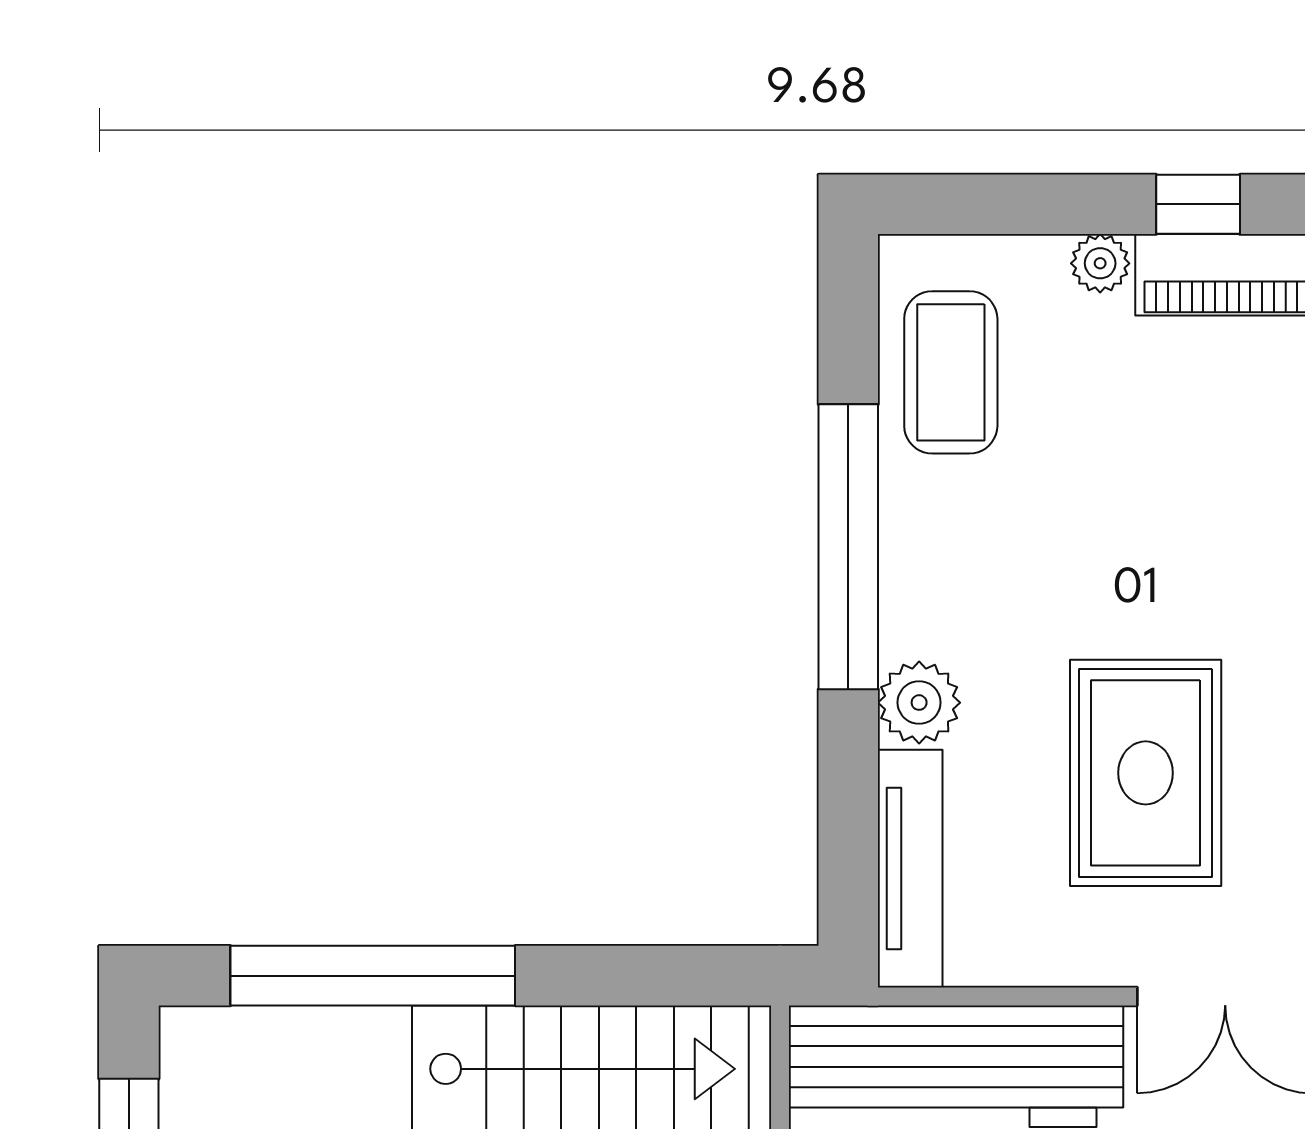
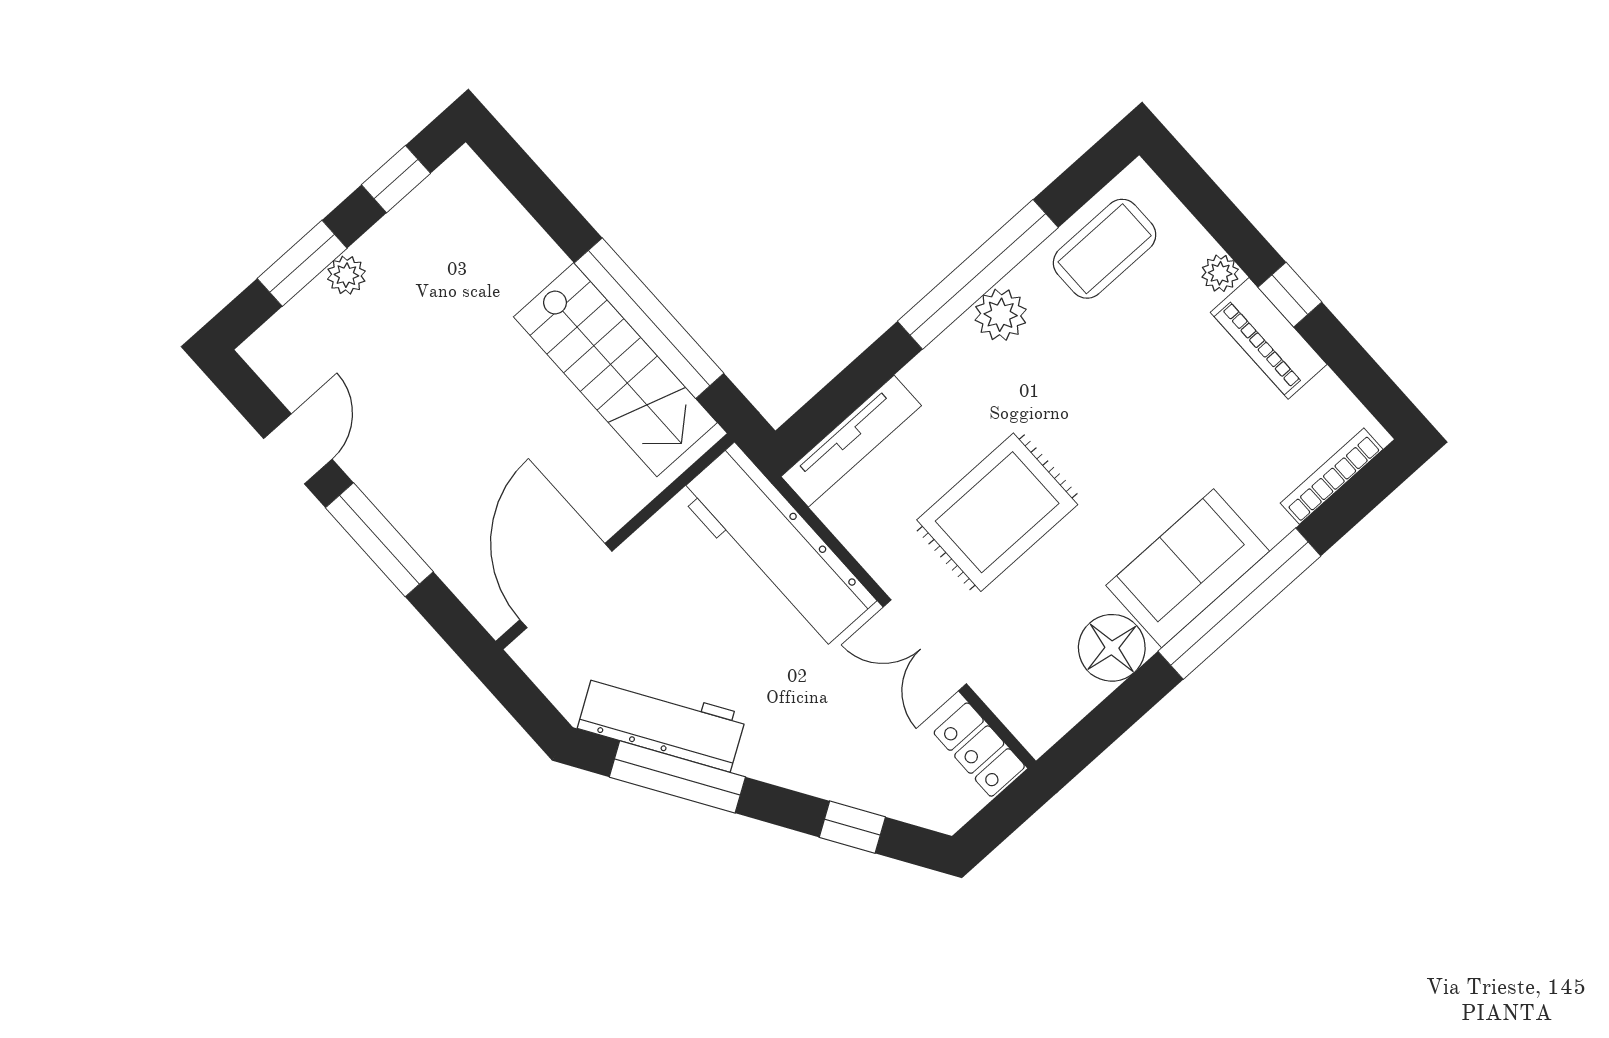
plant: (919, 703) -> (1001, 315), moved
window: (373, 976) -> (649, 318), moved

